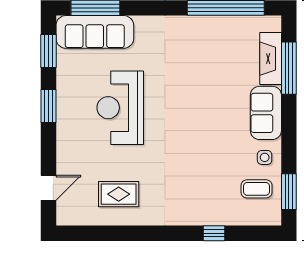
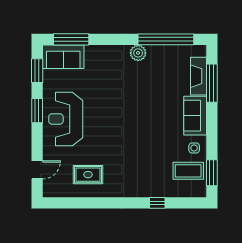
plant: (187, 27) -> (138, 53), added
sofa: (95, 32) -> (63, 57), width x0.73
reception desk: (120, 108) -> (66, 119), moved
coffee table: (257, 189) -> (188, 171), width x1.36, depth x1.30

